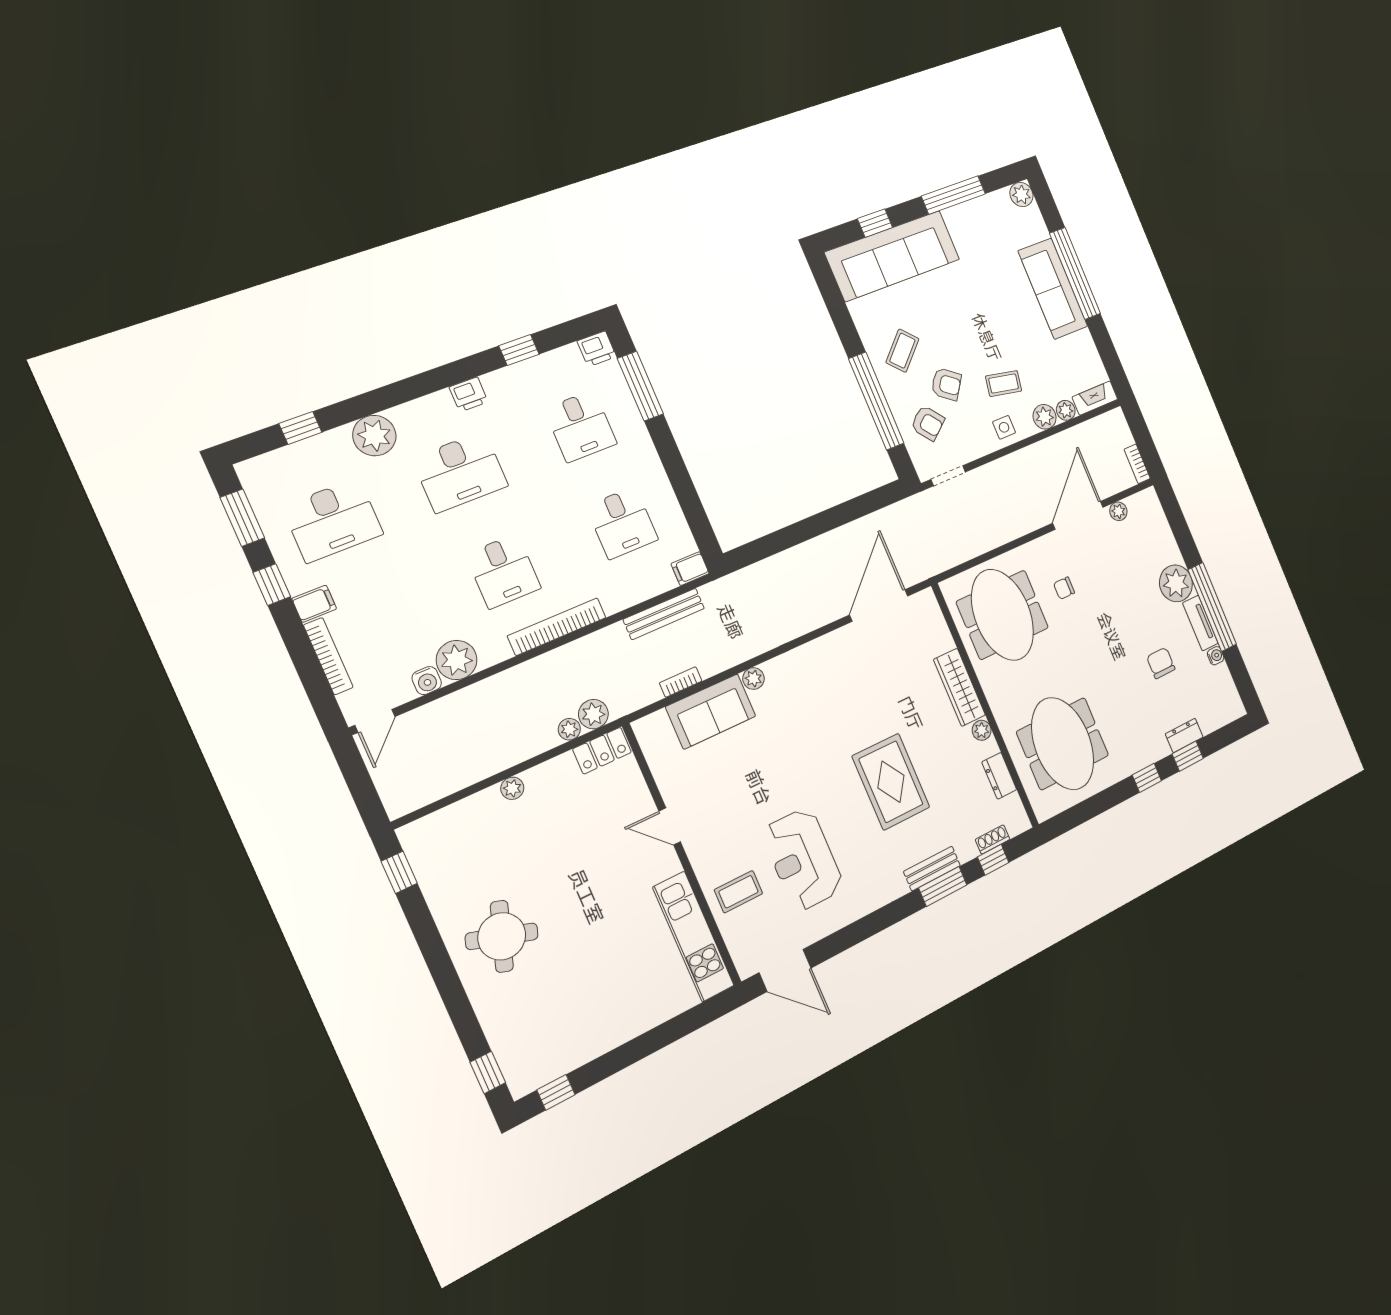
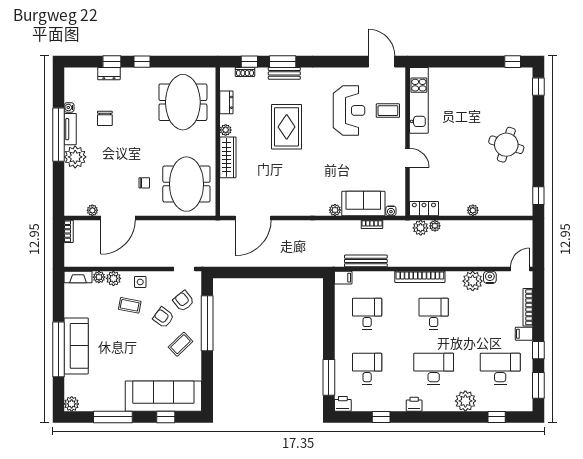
water cooler: (658, 720) -> (391, 211), added

